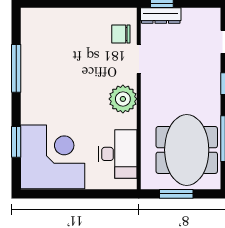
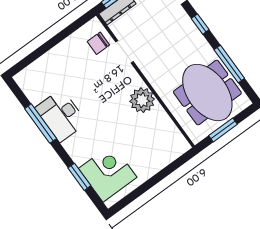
plant: (123, 99) -> (142, 100), moved
desk: (118, 154) -> (61, 115), moved, turned 180
corner desk: (53, 157) -> (108, 173), width x0.74, depth x0.74

